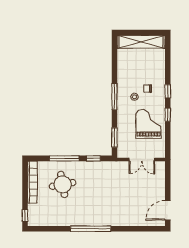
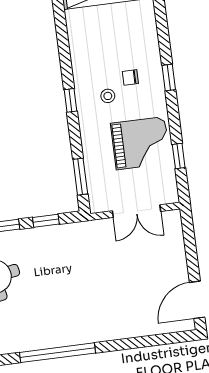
window: (114, 97) -> (70, 100), width x0.46
window: (168, 115) -> (179, 156), moved
grand piano: (149, 124) -> (140, 143), turned 90

